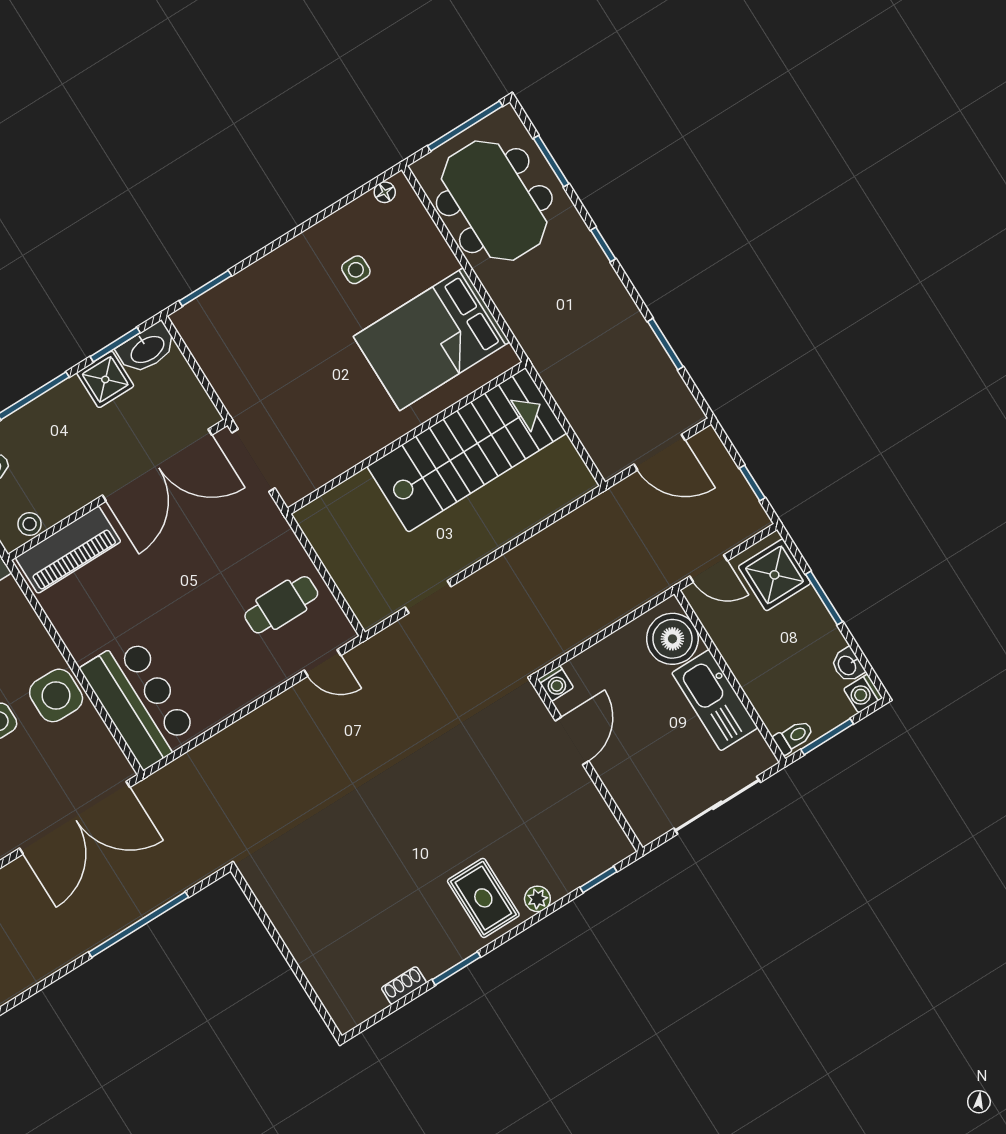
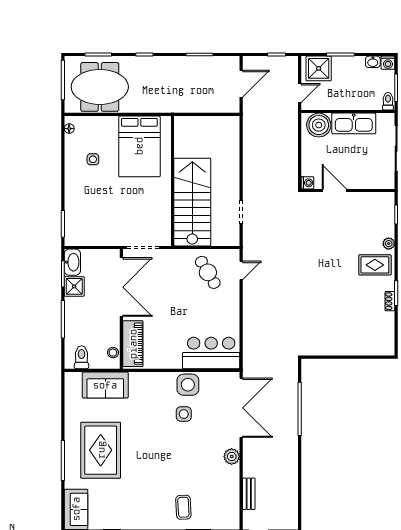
stairs: (467, 450) -> (192, 202), moved
cafe table: (281, 605) -> (208, 272), turned -31
shoe rack: (404, 985) -> (390, 301), moved

